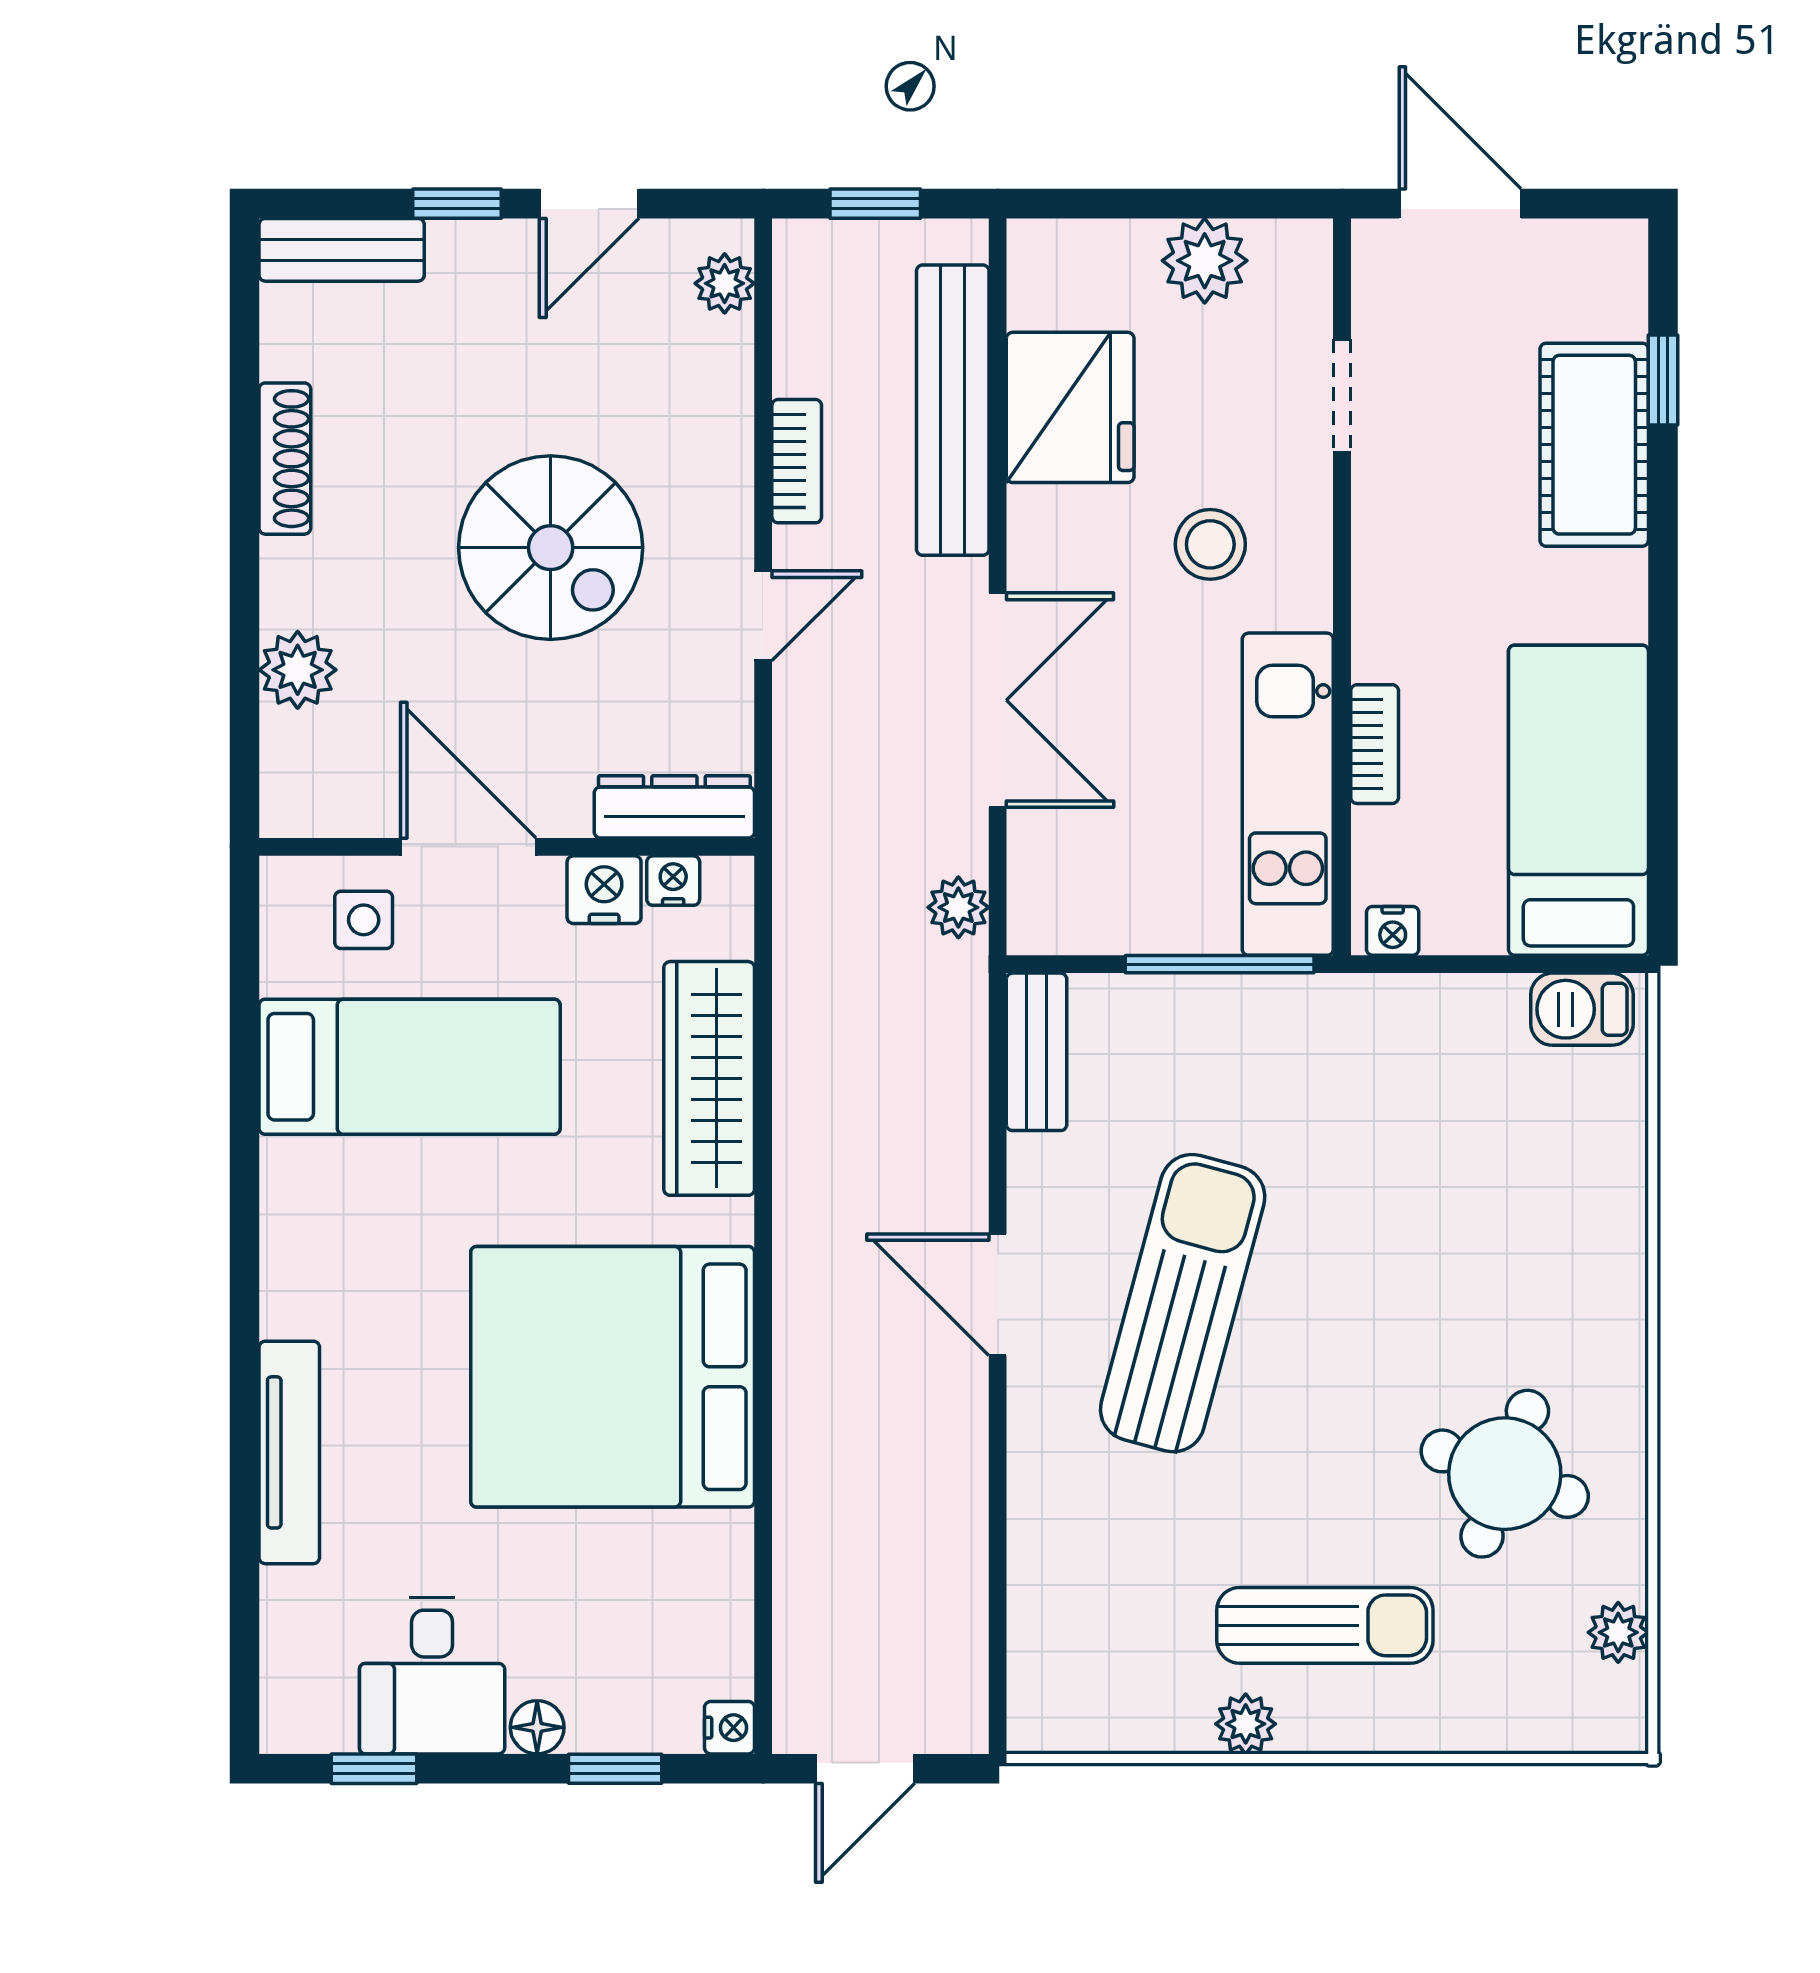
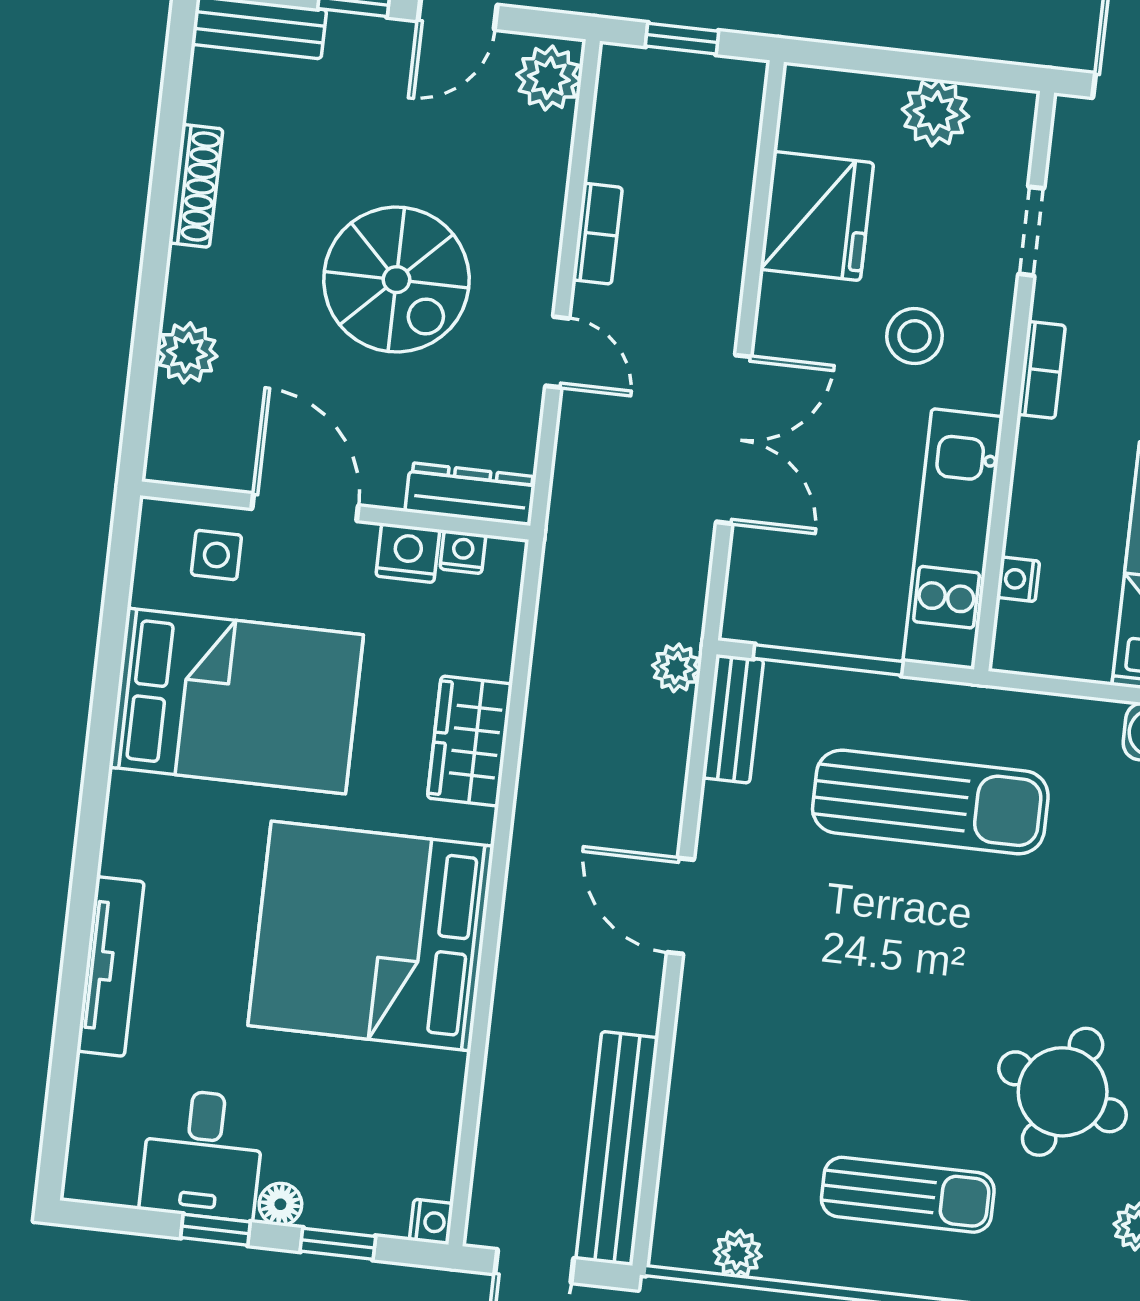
plant: (725, 283) -> (549, 78), width x1.38, depth x1.38
bench: (953, 410) -> (617, 1148), moved
door: (763, 616) -> (557, 352), hinge flipped
bookcase: (1375, 744) -> (1041, 370), moved
plant: (958, 907) -> (676, 668), moved
nightstand: (1393, 931) -> (1018, 579), moved, turned 90
window: (1220, 964) -> (828, 660), moved
bed: (410, 1067) -> (236, 701), width x1.50
wardrobe: (709, 1078) -> (470, 741), width x0.67
sun lounger: (1183, 1303) -> (930, 802), moved, turned 75
plant: (1246, 1724) -> (738, 1254), moved
window: (374, 1769) -> (215, 1230), moved

